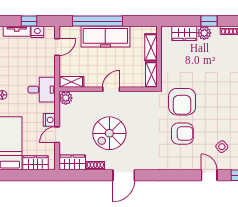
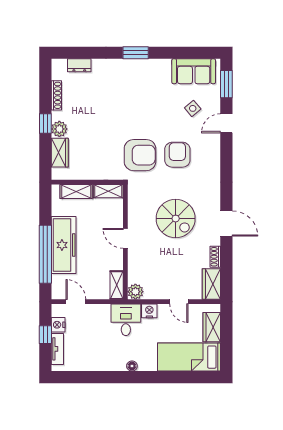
nightstand: (49, 120) -> (149, 311), moved
spiral stairs: (109, 133) -> (176, 219), moved

